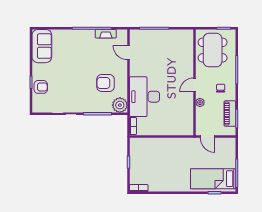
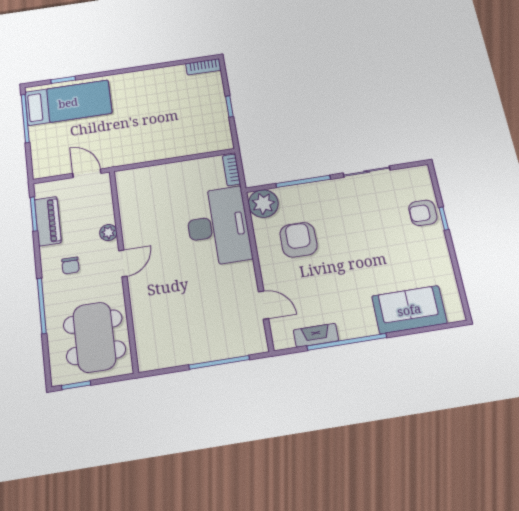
sofa: (42, 46) -> (409, 310), moved, turned 90
armchair: (106, 83) -> (299, 240), turned -90

